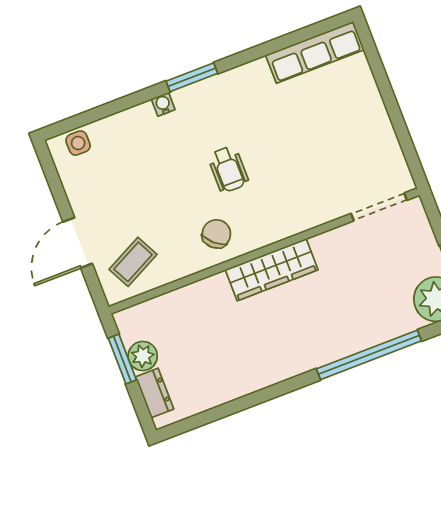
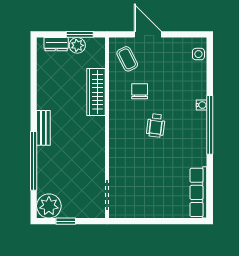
window: (192, 77) -> (210, 125), width x2.11
wheelchair: (228, 169) -> (156, 125), turned -83
chair: (216, 234) -> (140, 91), moved, turned -132
wardrobe: (272, 270) -> (96, 92), moved
bench: (306, 360) -> (43, 128), added

